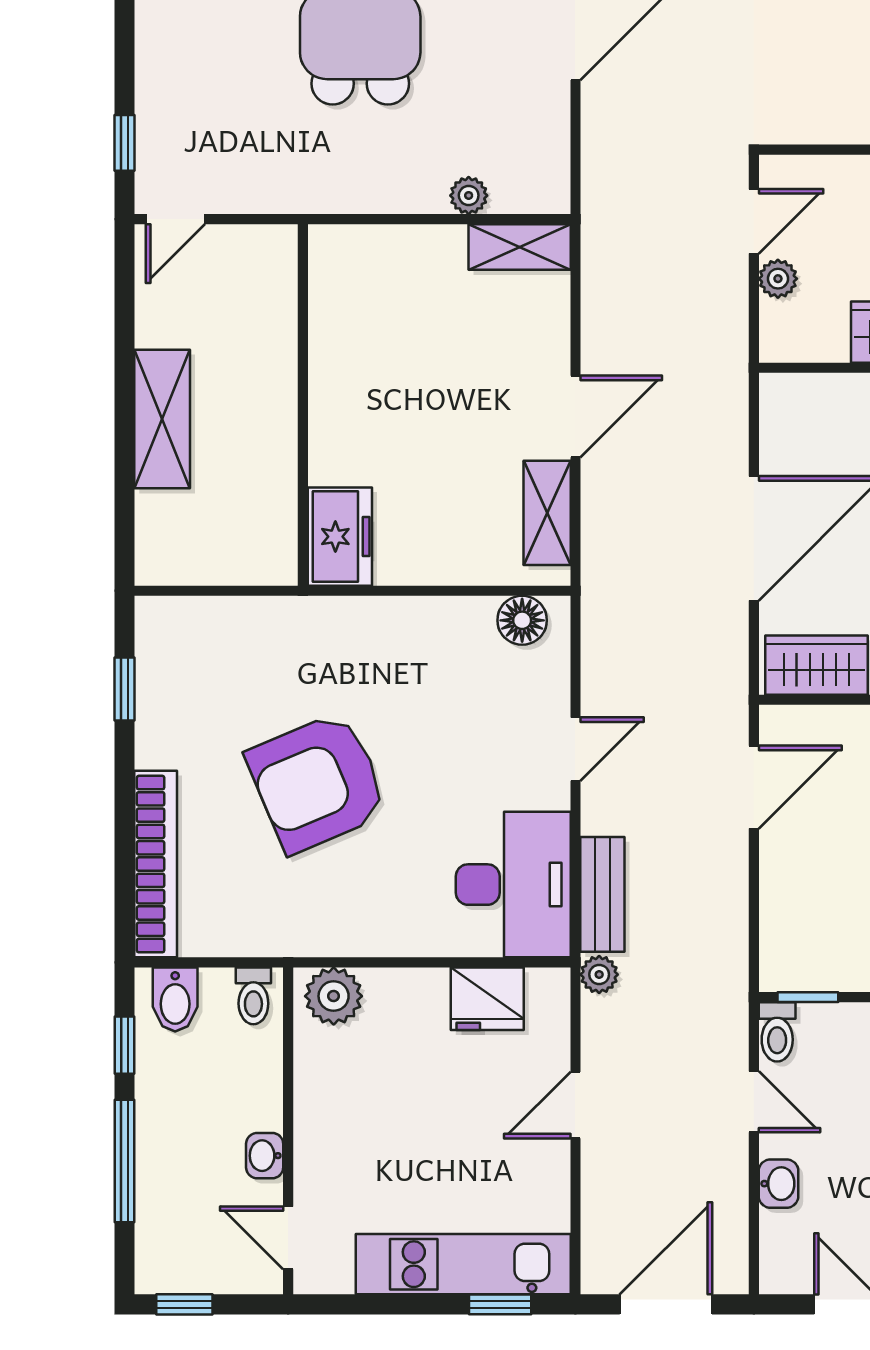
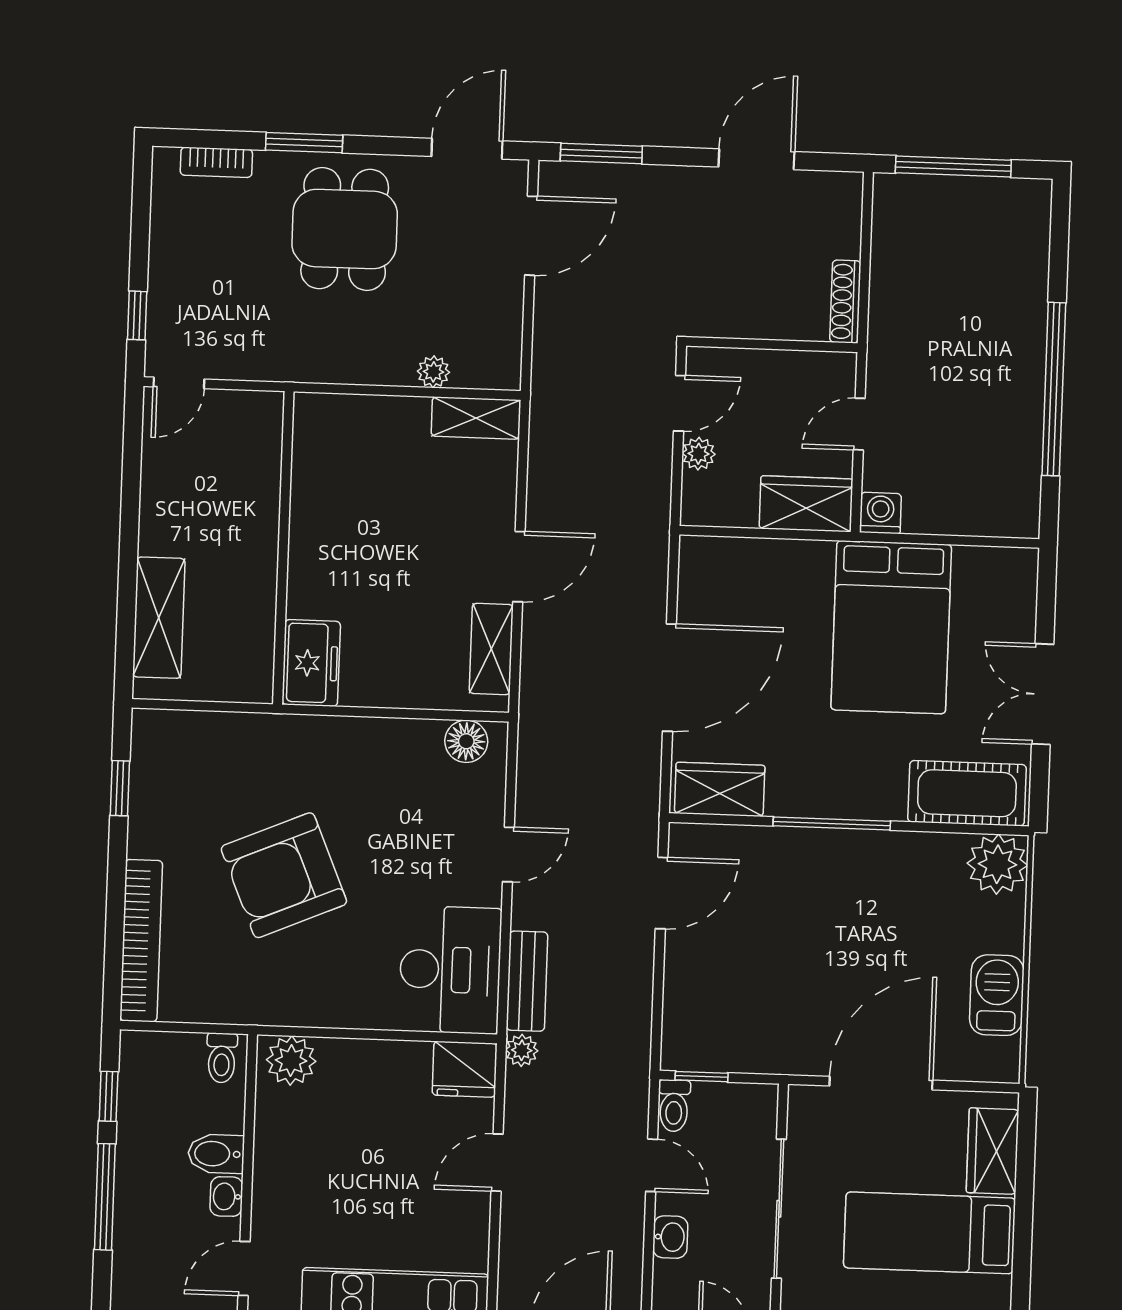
shelving: (162, 419) -> (159, 618), moved
bidet: (175, 999) -> (216, 1154), moved, turned 90
fridge: (487, 999) -> (465, 1069), moved
door: (288, 1238) -> (244, 1269), hinge flipped

